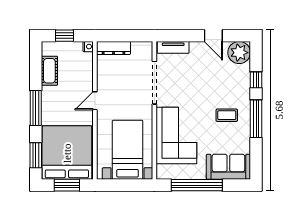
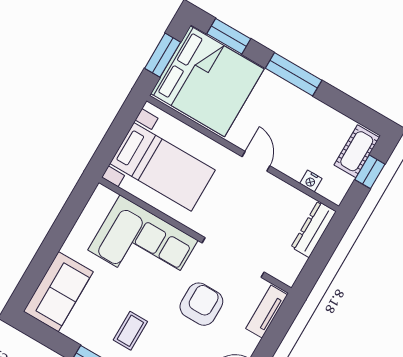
nightstand: (88, 47) -> (311, 181), moved
cot: (49, 71) -> (357, 151), moved, turned 90
armchair: (190, 85) -> (201, 304), added
window: (197, 185) -> (58, 234), removed

